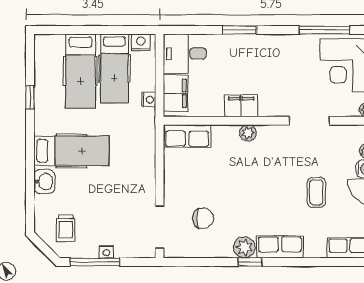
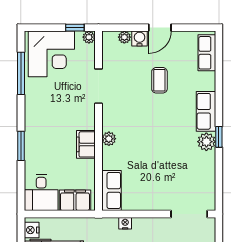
nightstand: (149, 100) -> (125, 223), moved
coffee table: (316, 192) -> (159, 80), turned 90
chair: (203, 218) -> (182, 177), removed

